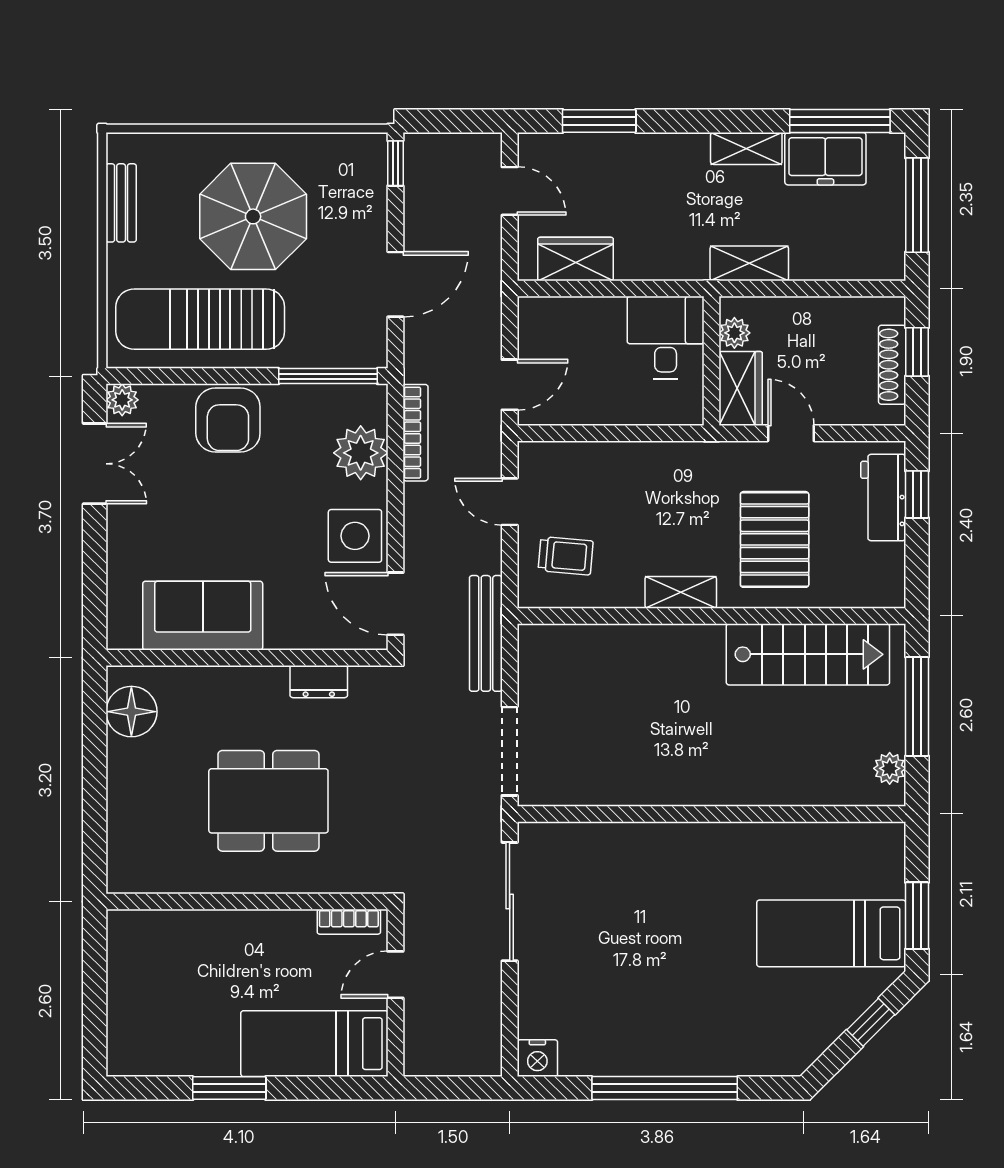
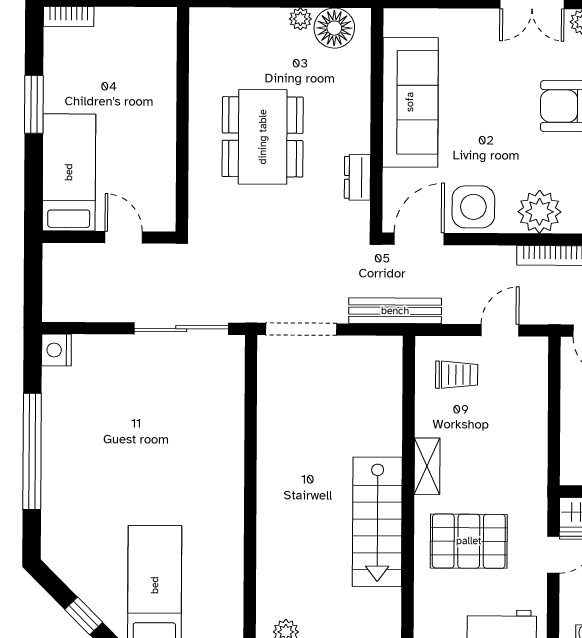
trolley: (566, 556) -> (457, 375), turned -95
sofa: (203, 616) -> (410, 102), width x1.36
stairs: (808, 654) -> (377, 522), moved
plant: (120, 754) -> (300, 19), added
bookcase: (349, 922) -> (69, 16), moved, turned -90

